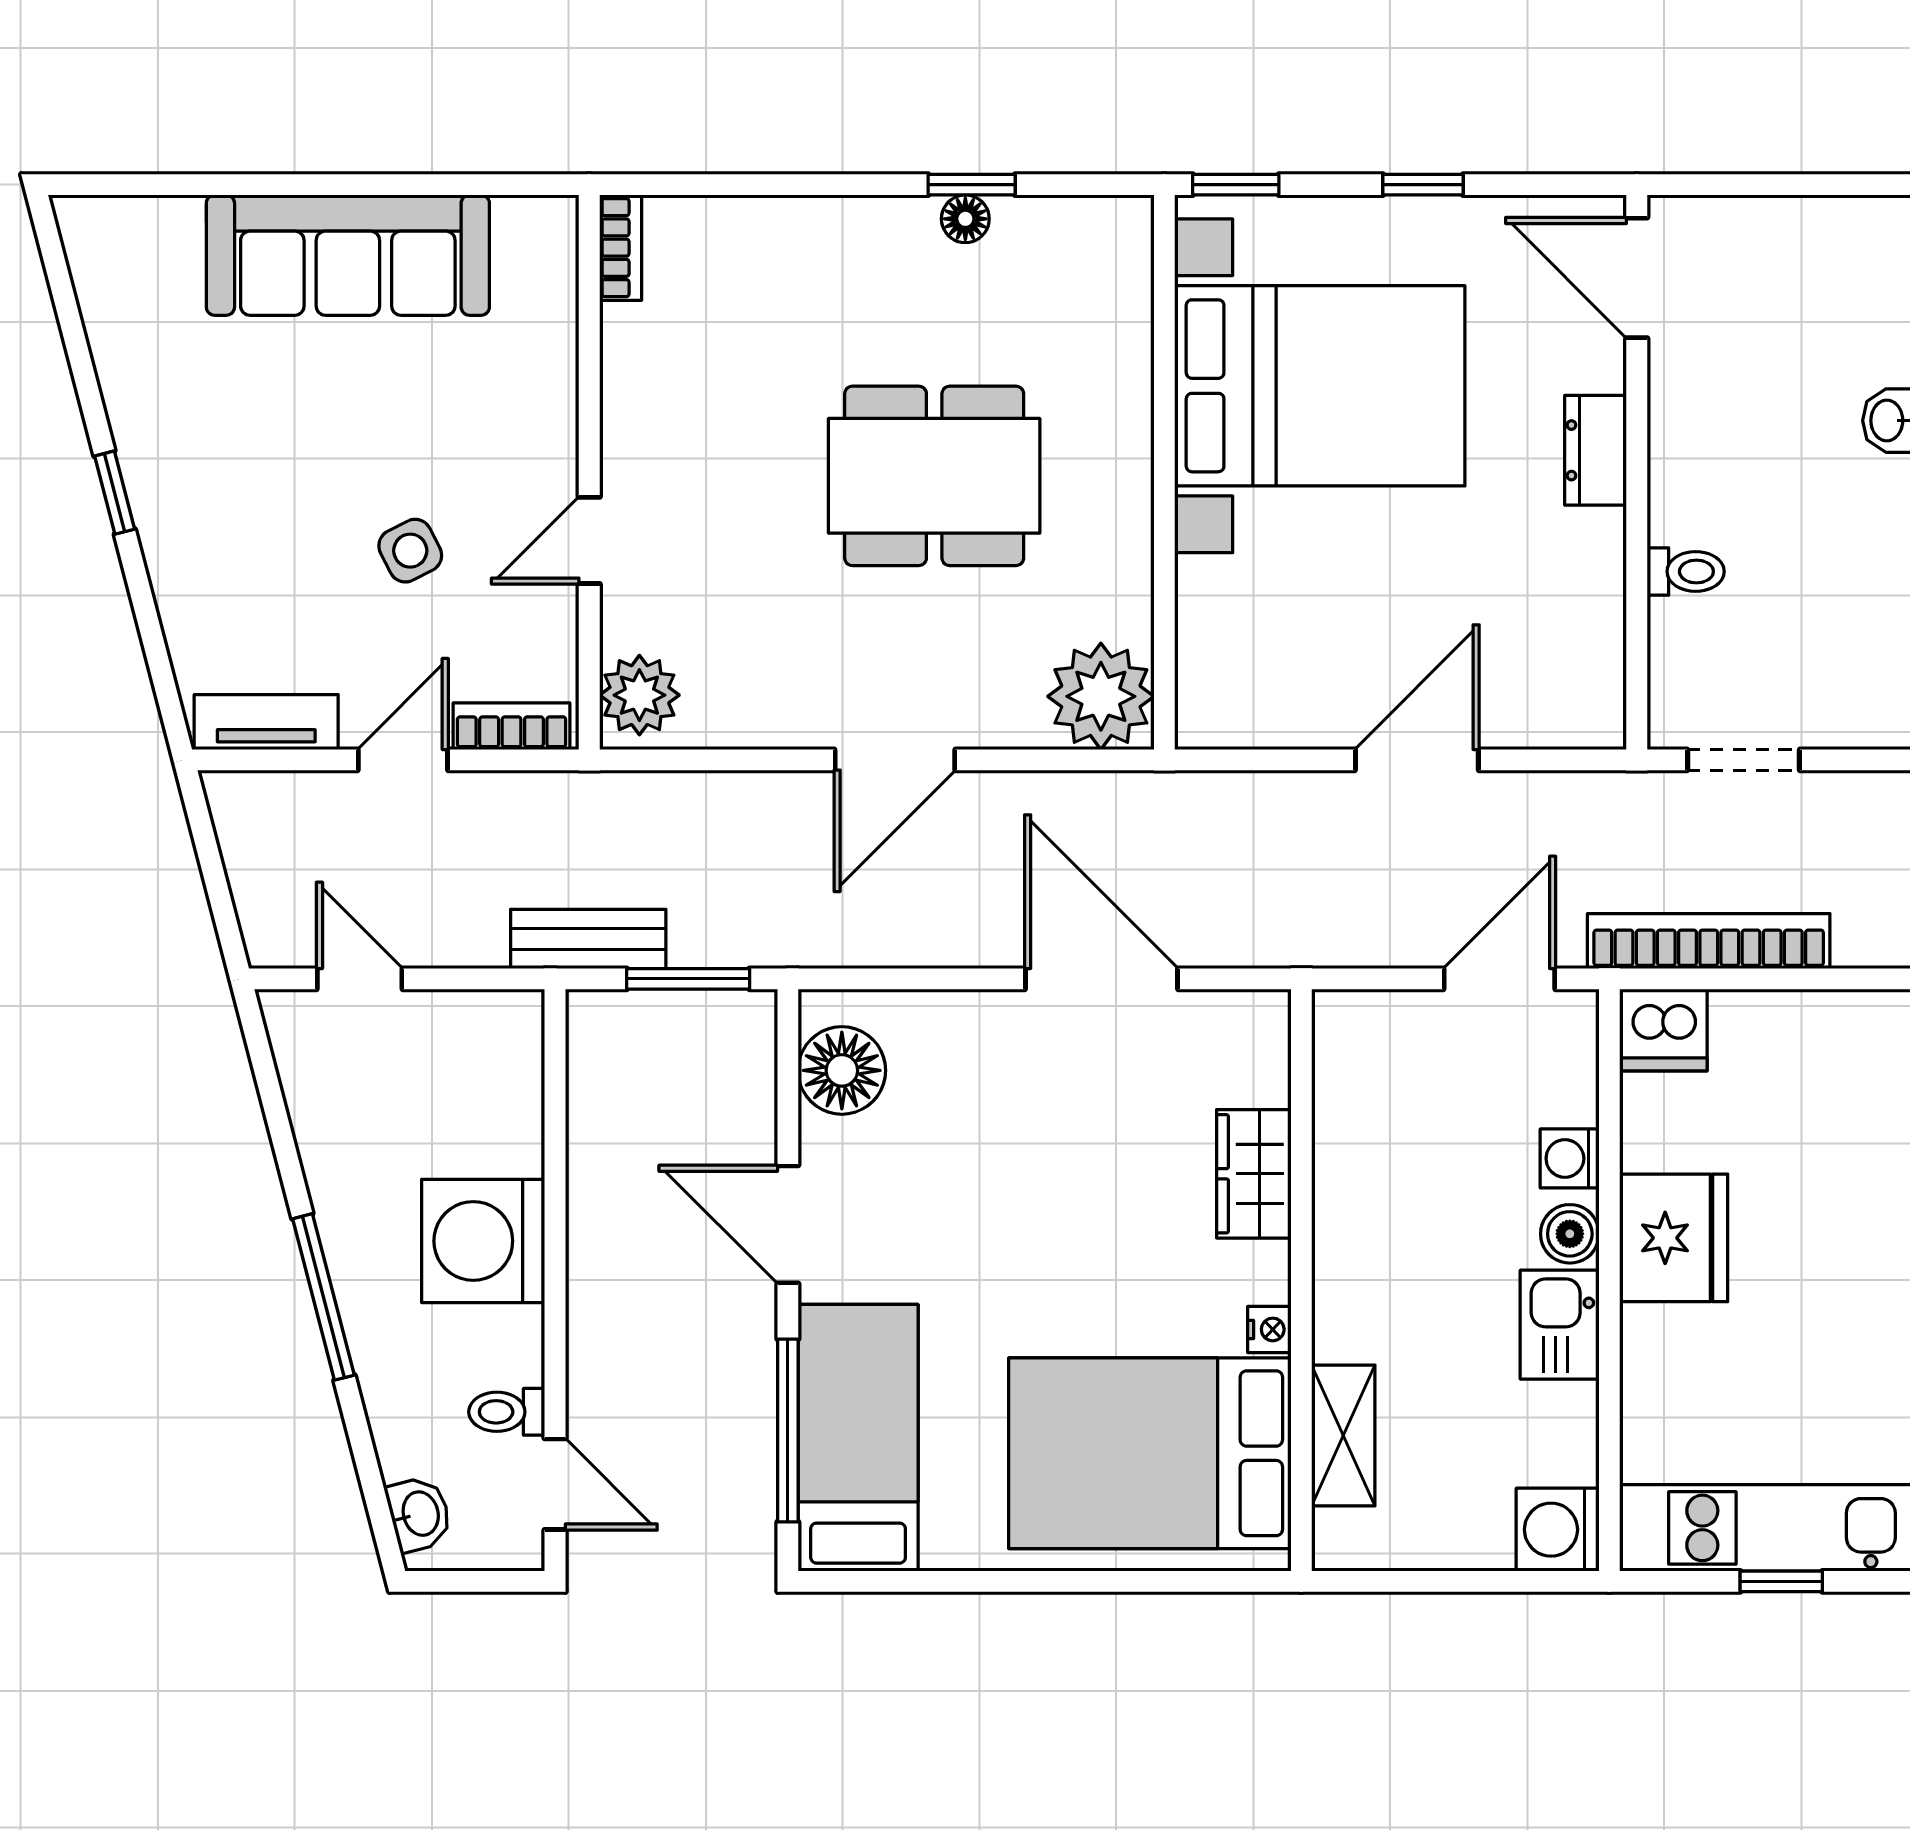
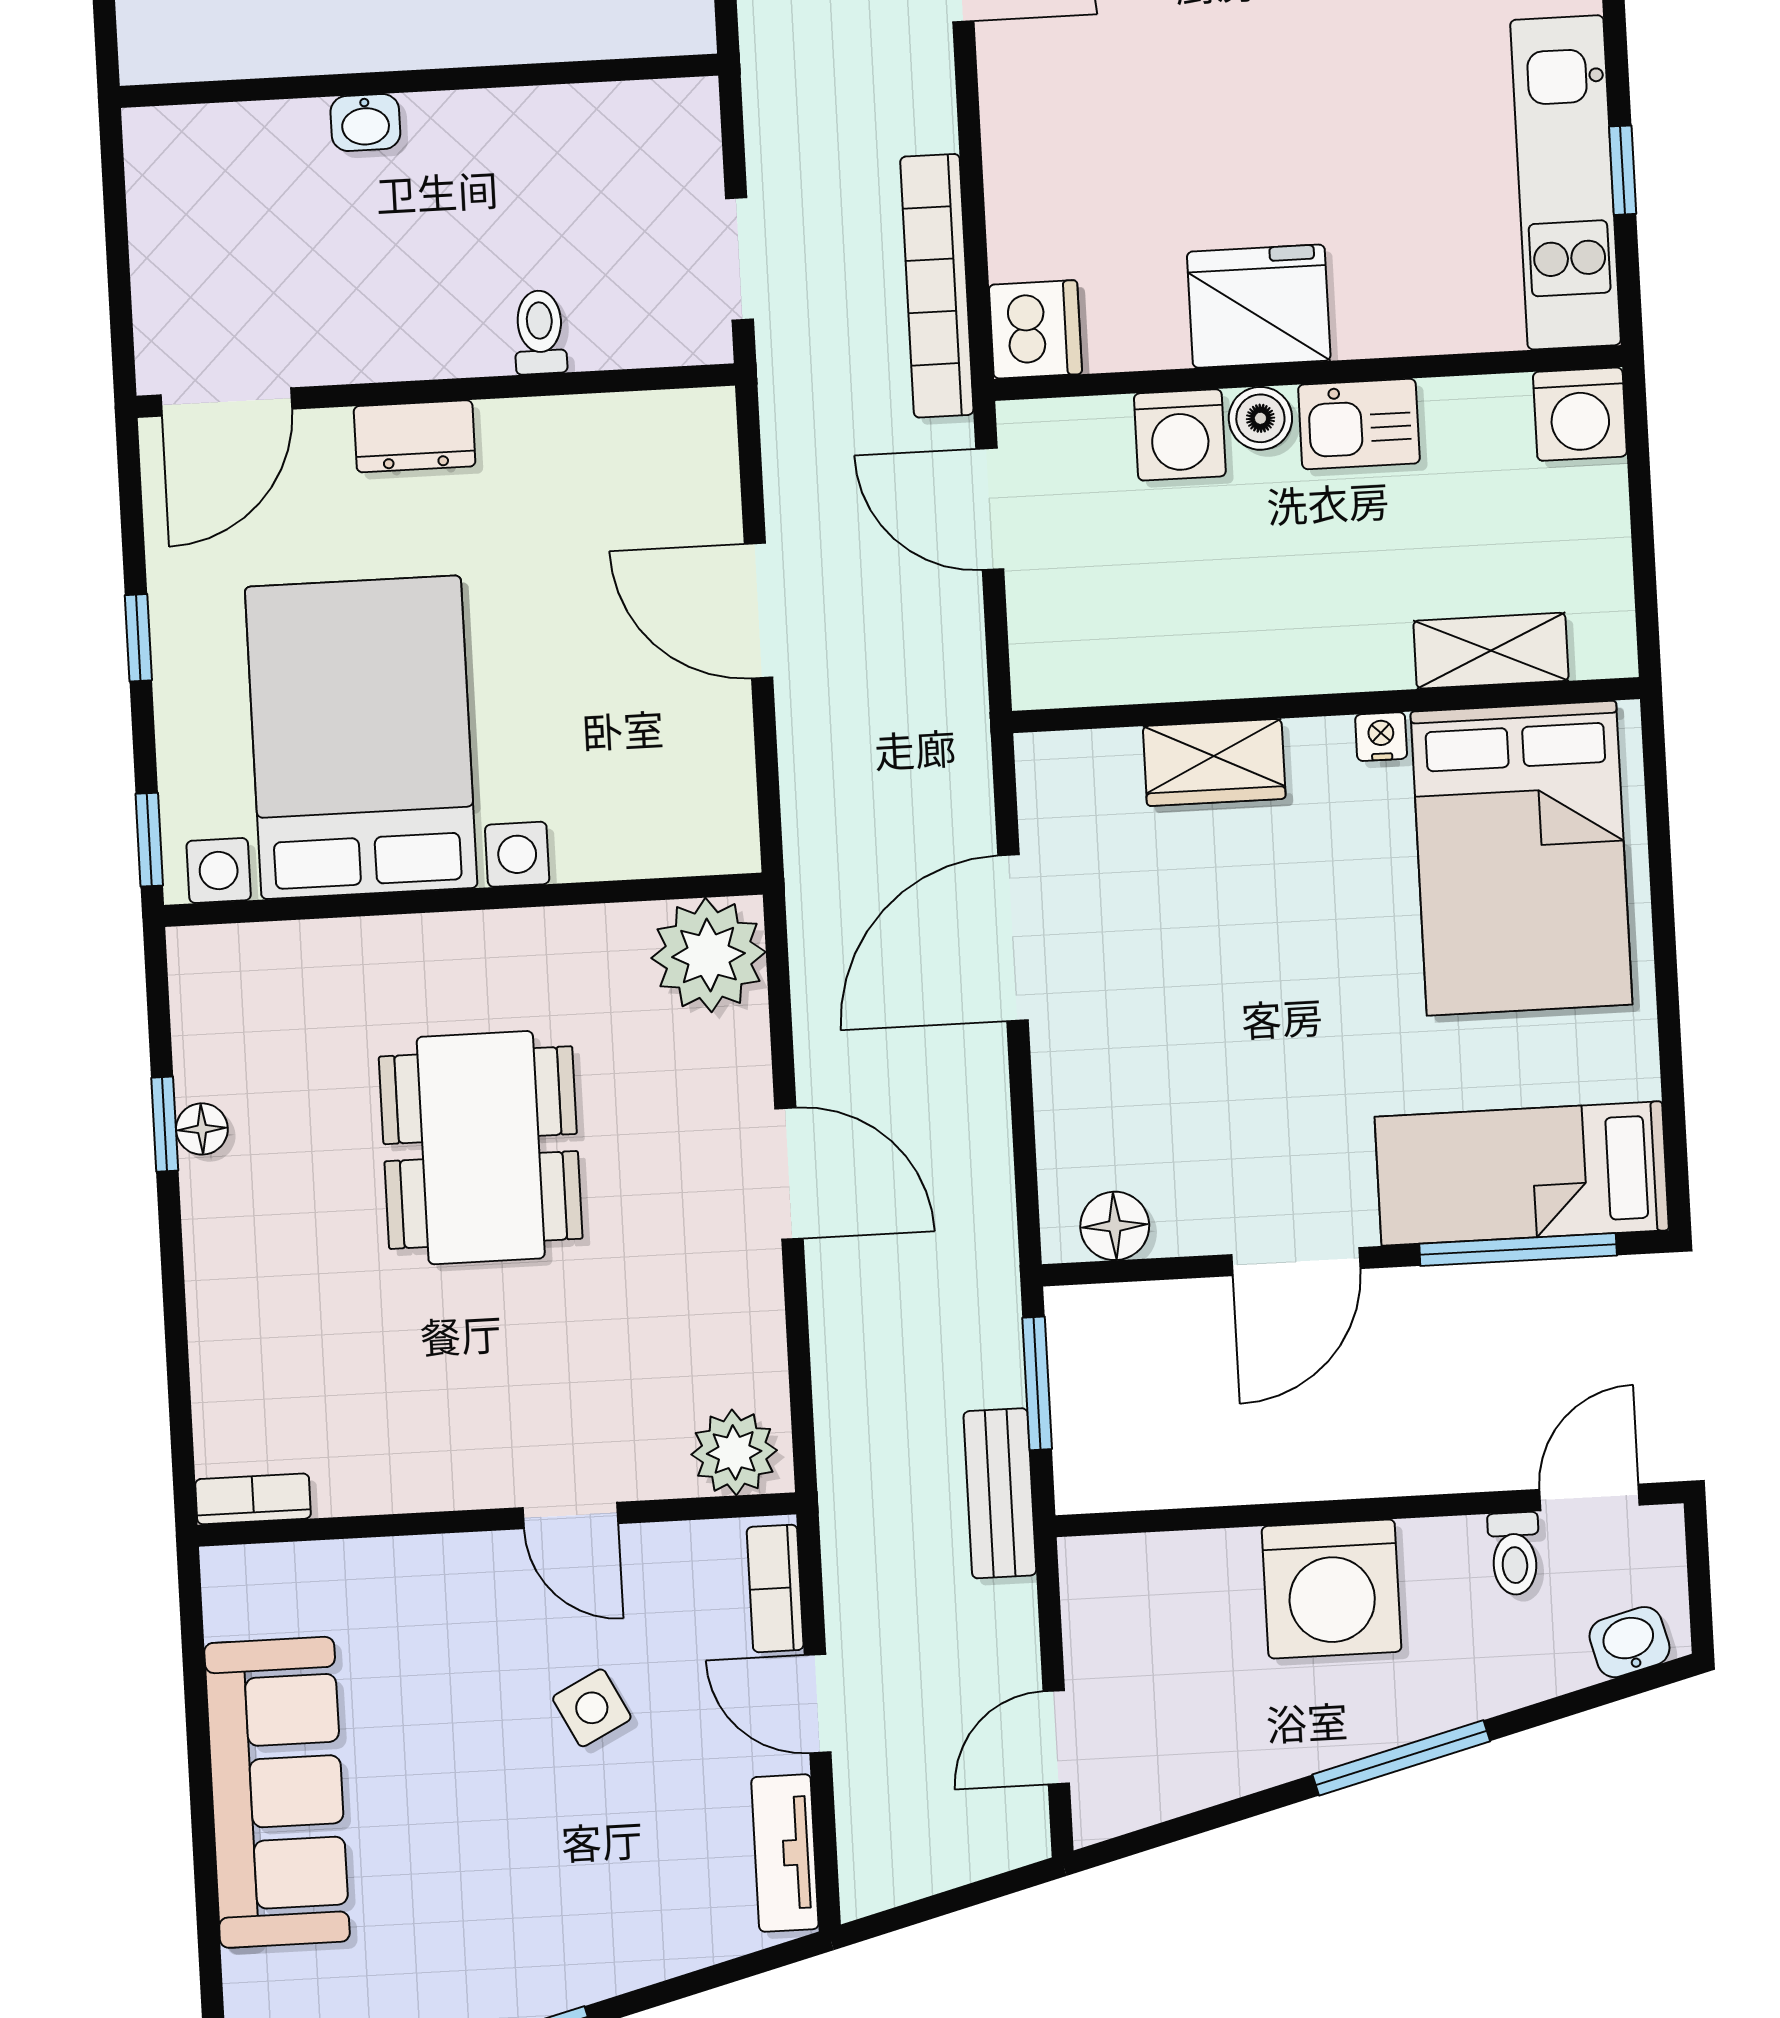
floor lamp: (842, 1070) -> (1115, 1226), width x0.73, depth x0.73
washing machine: (1570, 1158) -> (1180, 435), width x1.38, depth x1.38

